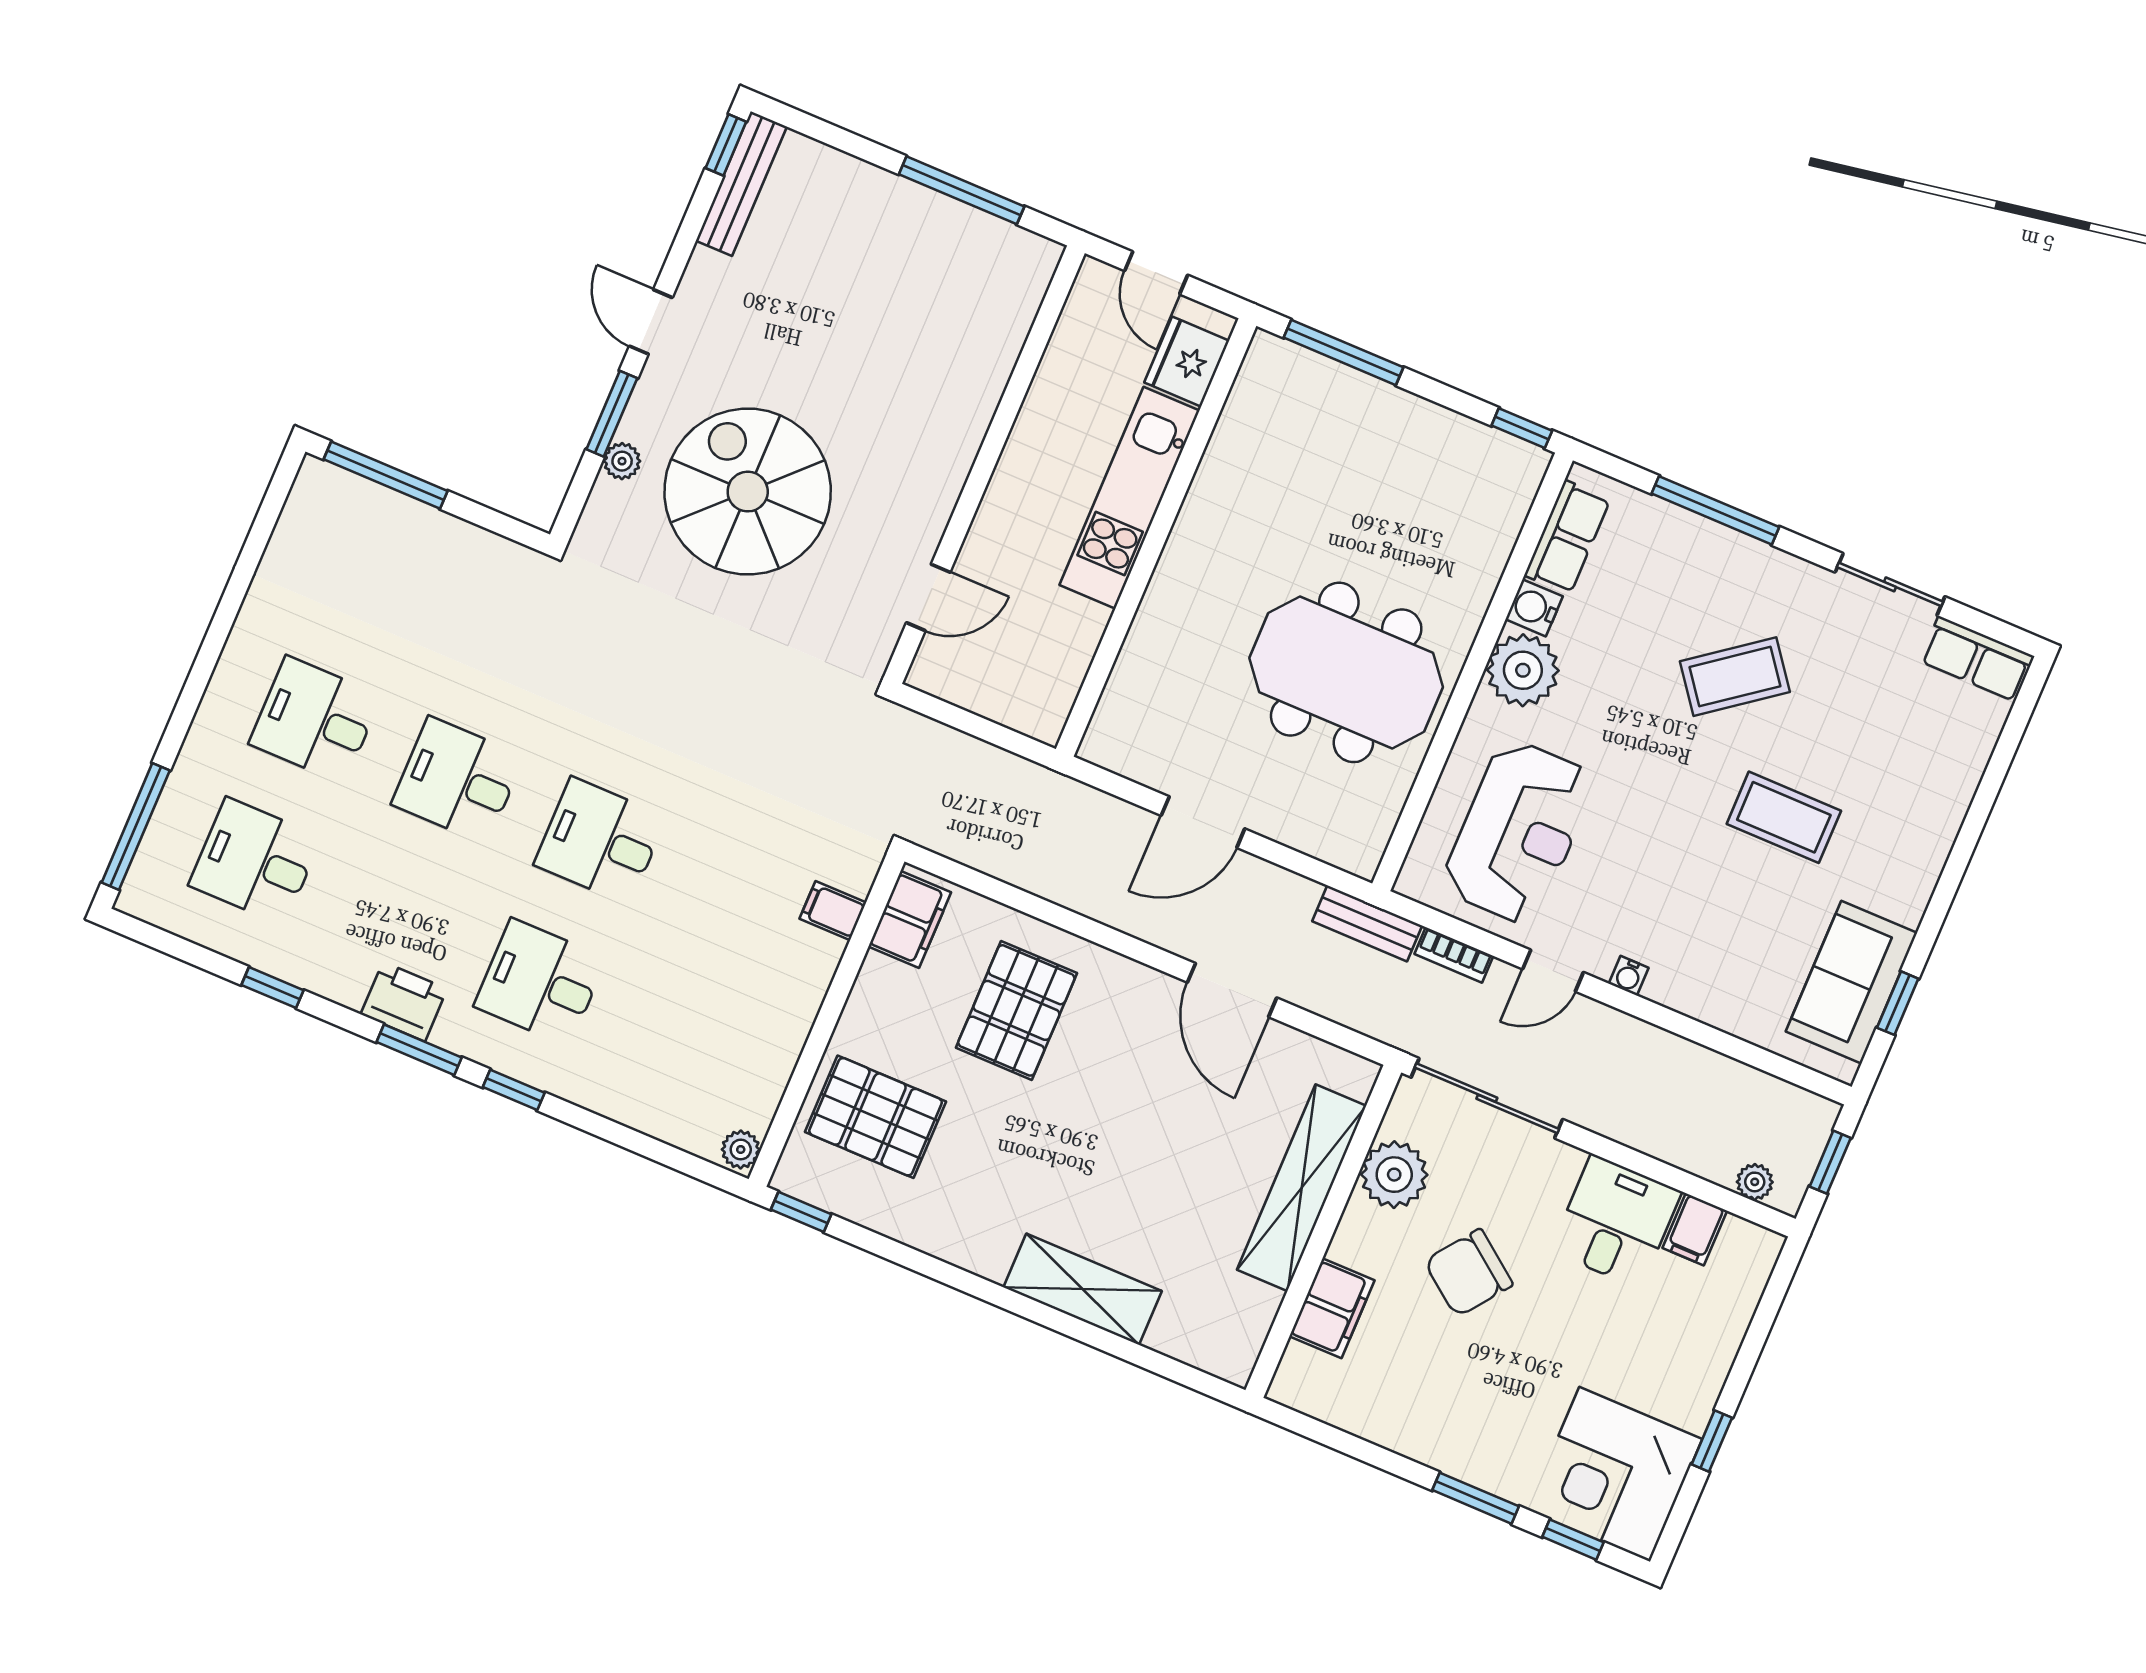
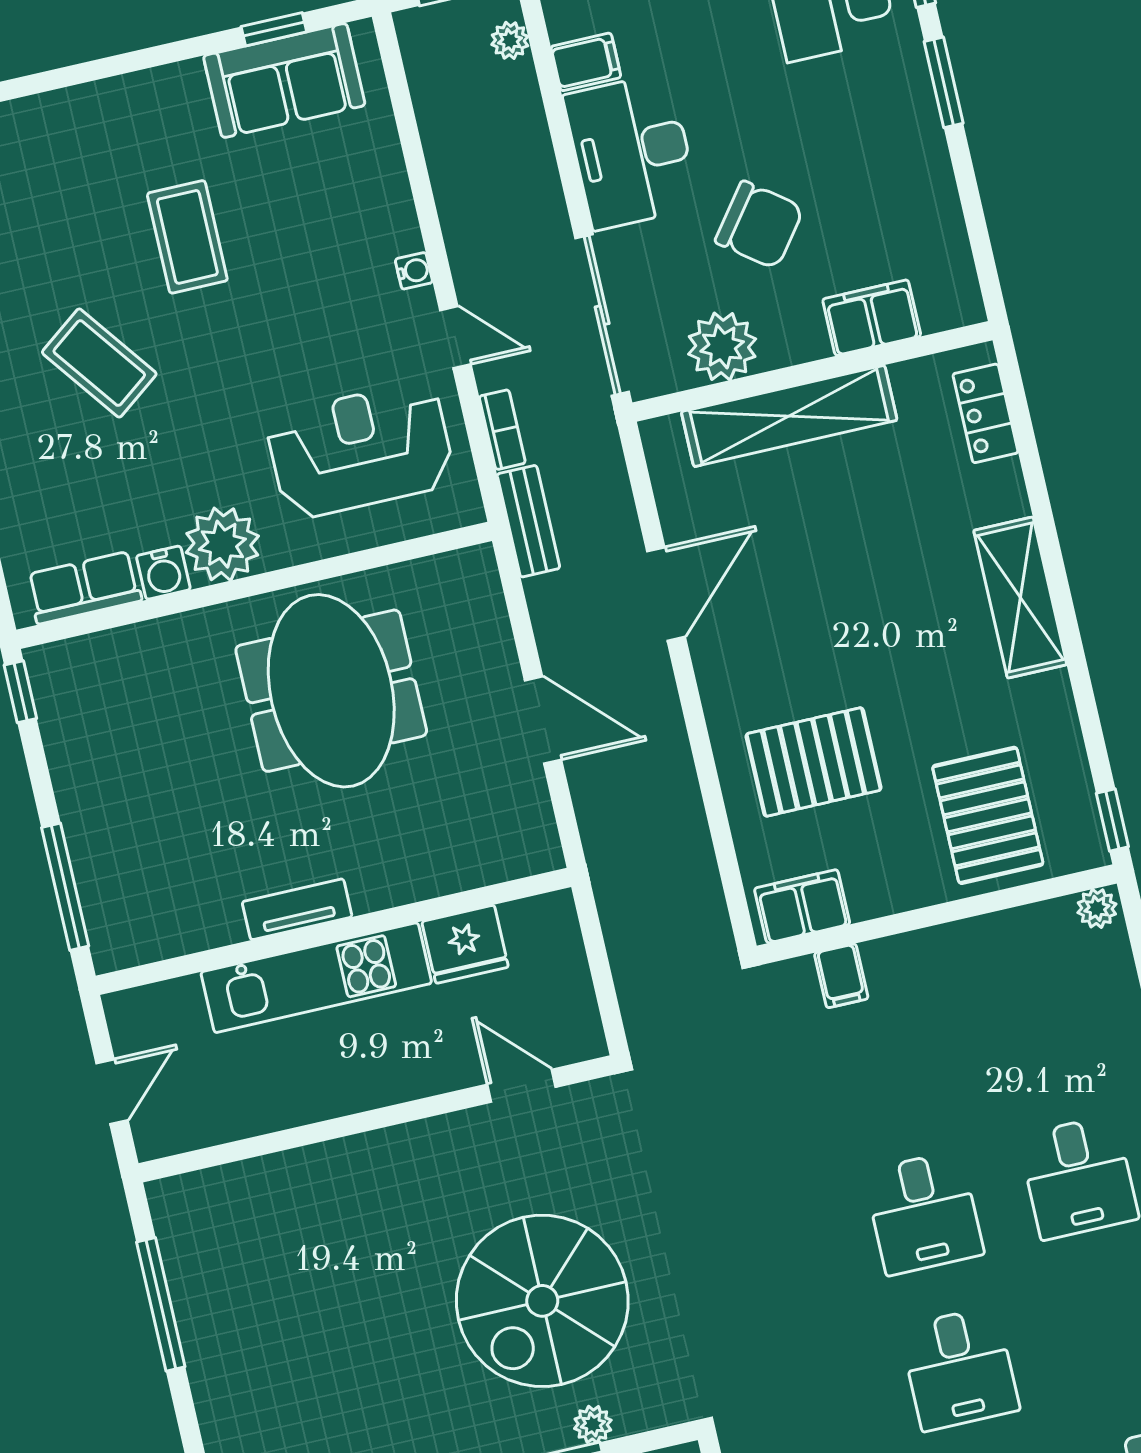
fridge: (1187, 362) -> (465, 944), moved
tv unit: (1194, 522) -> (297, 909), added
desk: (1616, 1221) -> (631, 151), width x1.37
shelving: (1083, 1289) -> (1020, 598), moved
locker: (1192, 1343) -> (985, 413), added

